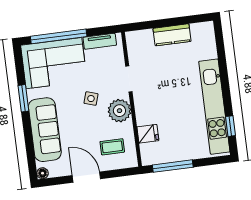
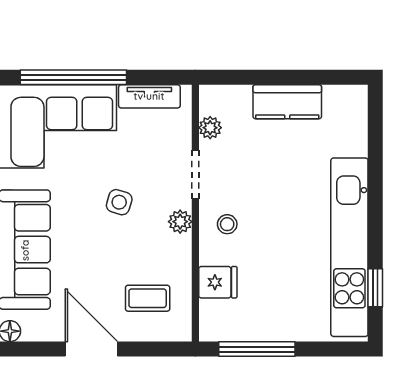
plant: (133, 54) -> (210, 128), added
stool: (149, 103) -> (227, 224), added
plant: (119, 111) -> (180, 222), width x0.53, depth x0.53

